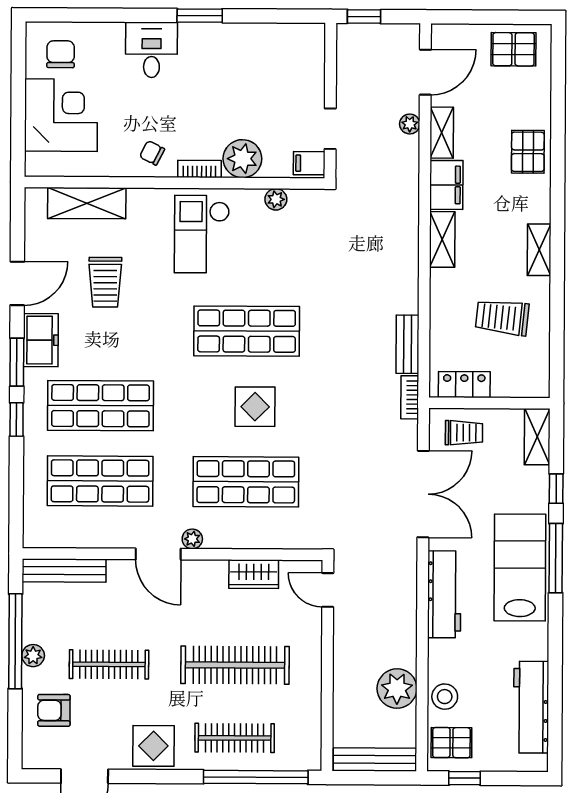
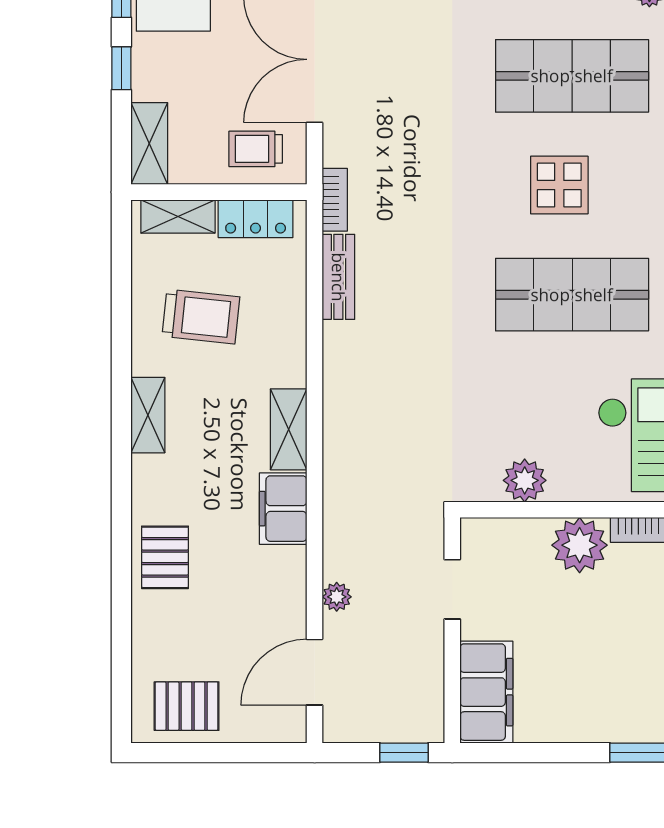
shelving: (442, 133) -> (178, 217), moved, turned 90
filing cabinet: (309, 163) -> (486, 692), moved, width x3.00, depth x1.17
plant: (276, 199) -> (525, 480), width x1.38, depth x1.38

